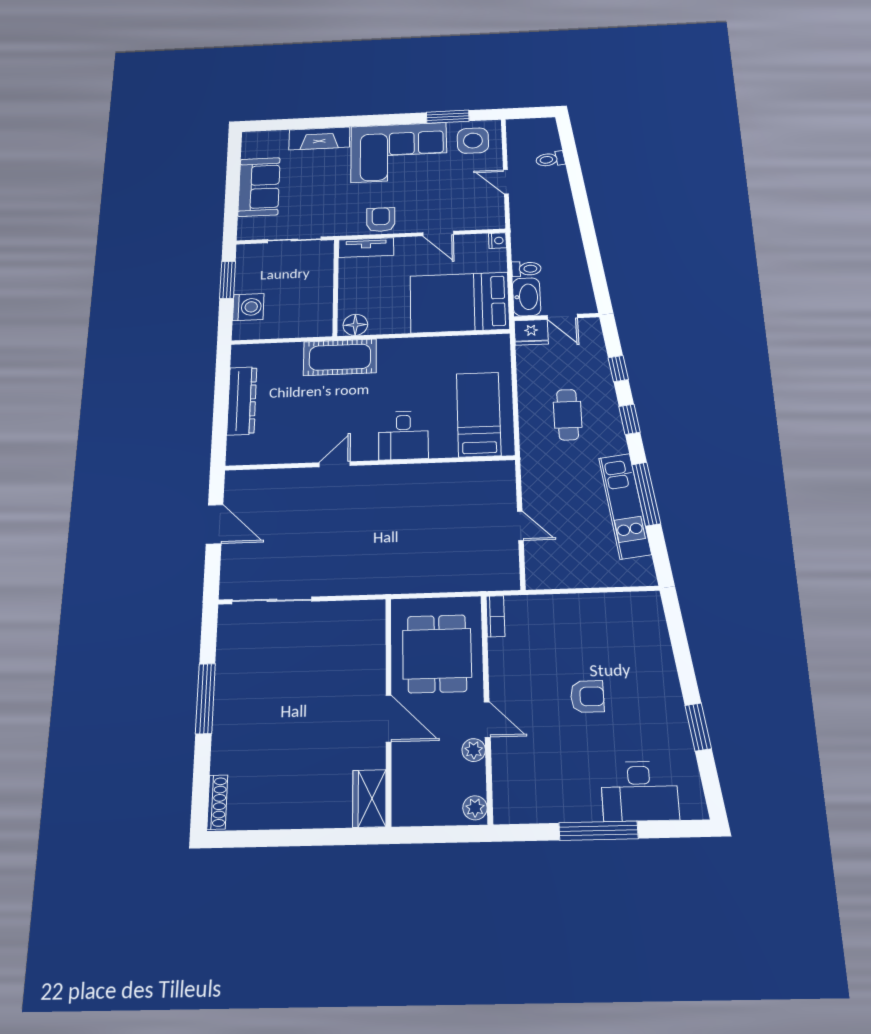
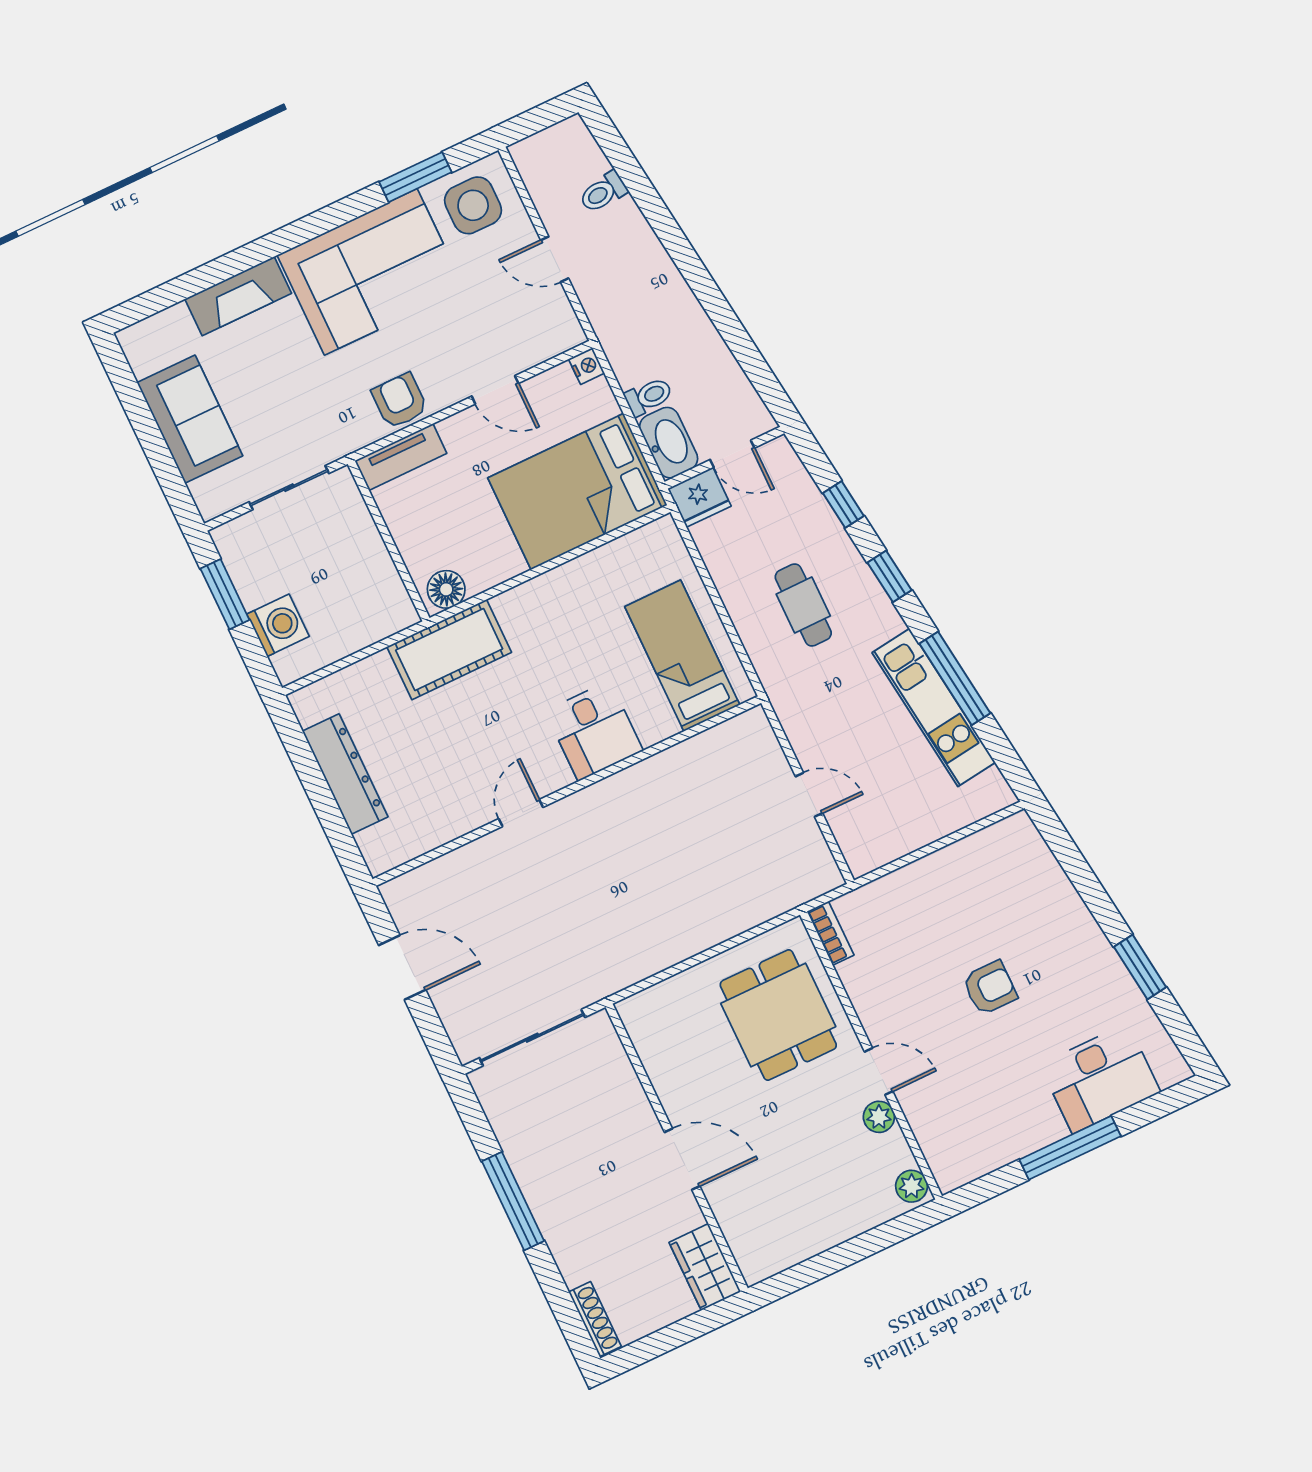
wall: (388, 709) -> (677, 1148), moved
door: (389, 718) -> (682, 1159), moved
wardrobe: (369, 798) -> (705, 1267), moved

